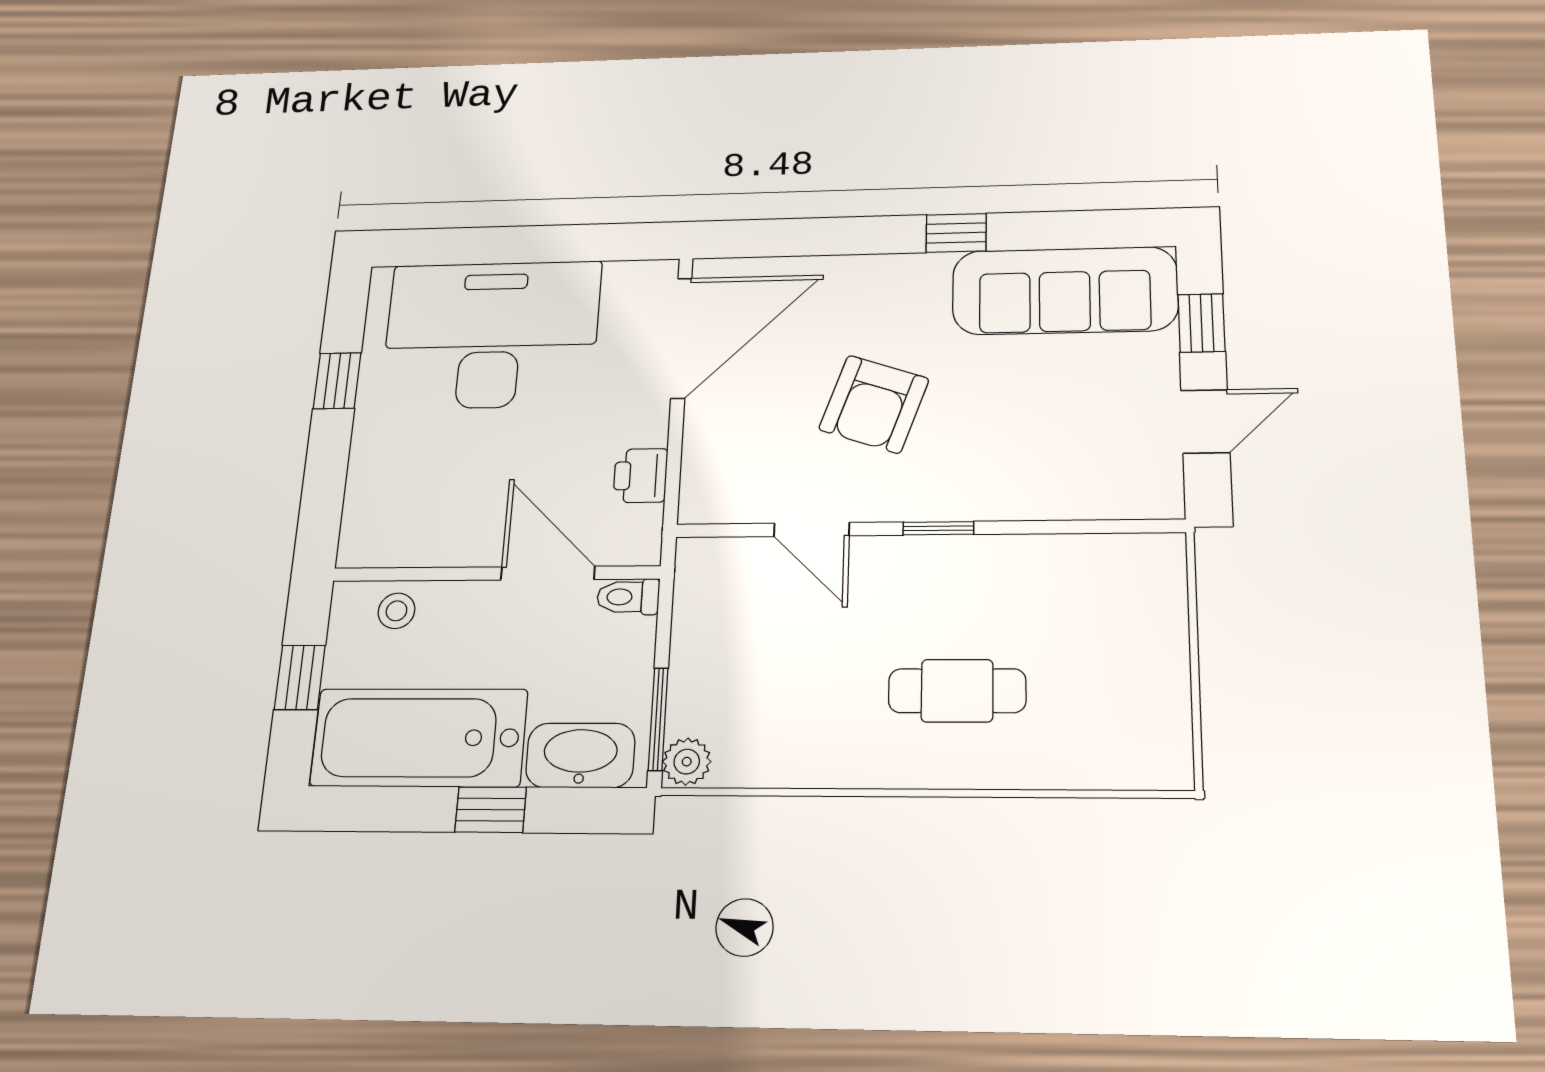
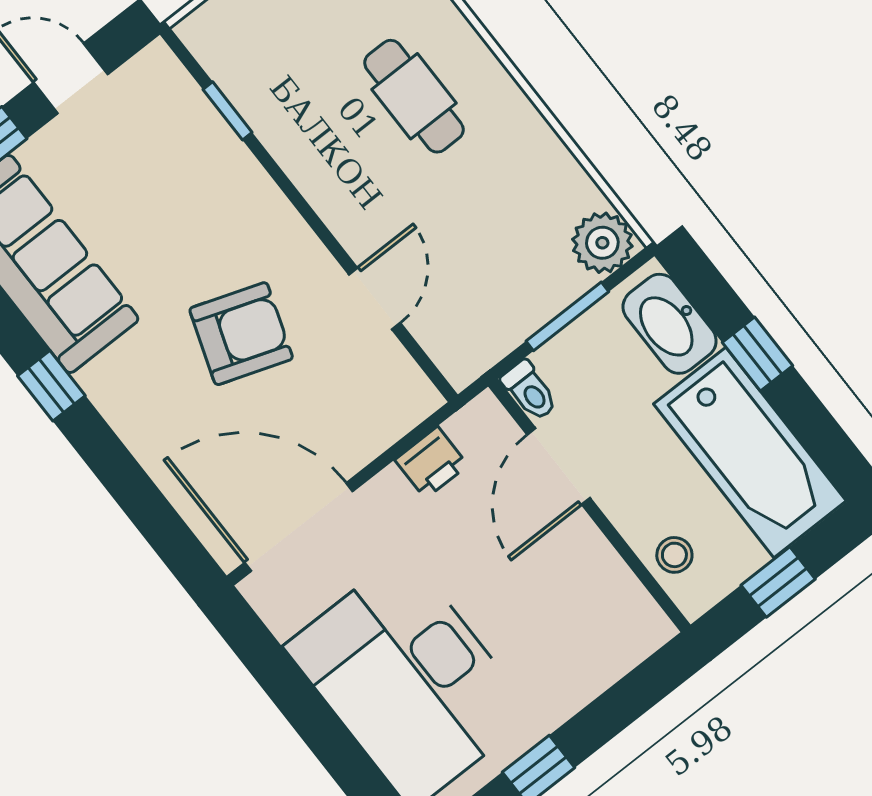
window: (938, 528) -> (228, 111), moved
window: (658, 719) -> (567, 316), moved
plant: (687, 762) -> (602, 243), width x1.38, depth x1.38

